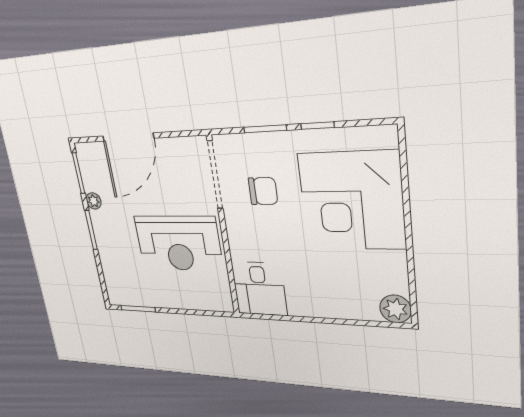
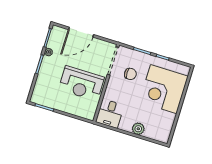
plant: (396, 309) -> (138, 129), moved

